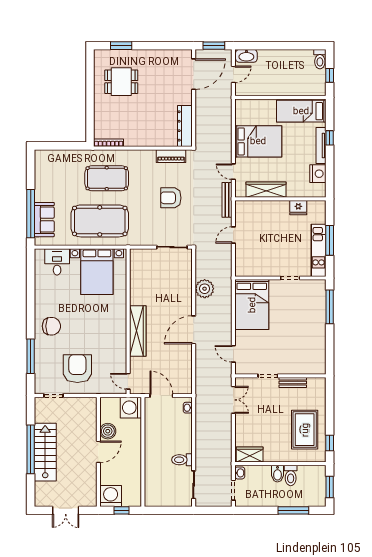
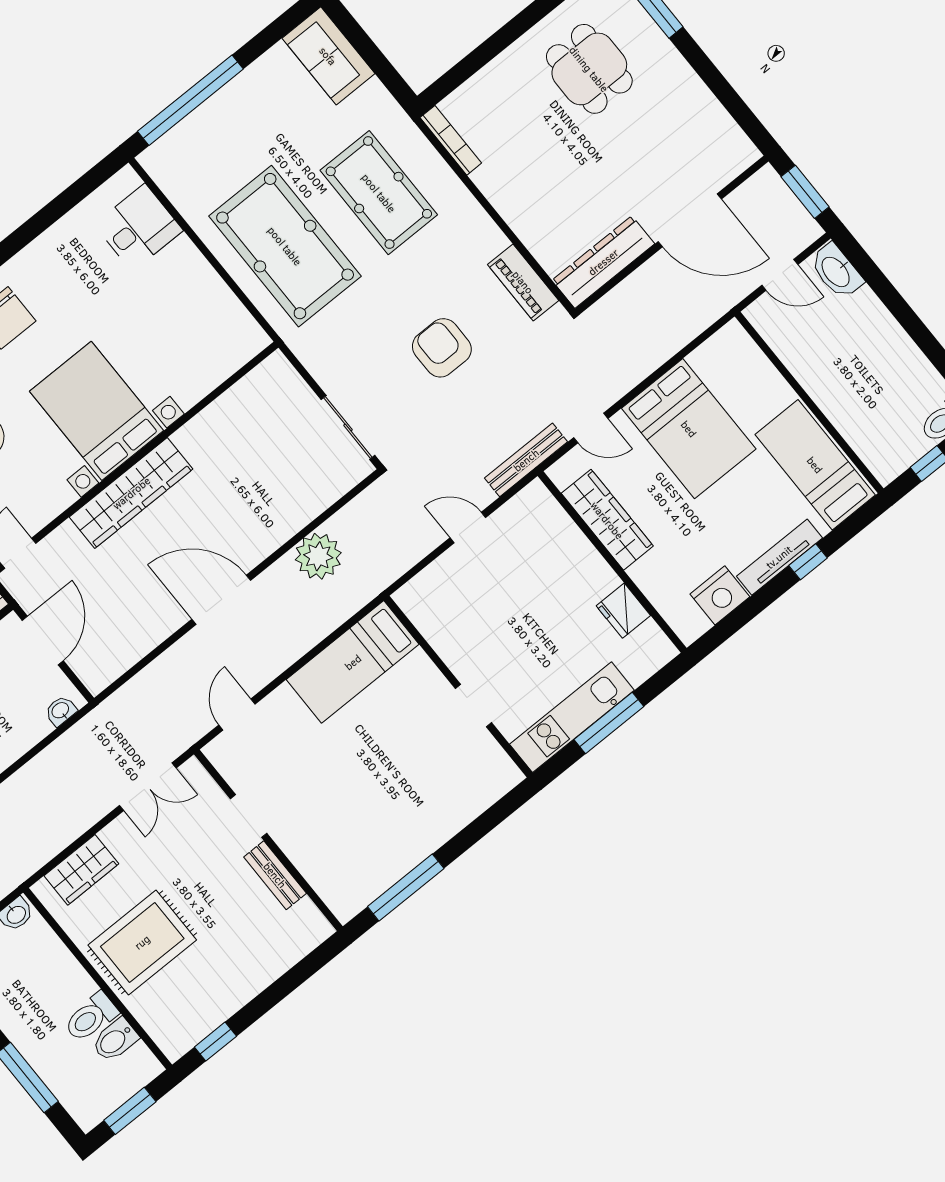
door: (194, 74) -> (690, 220), moved
door: (233, 172) -> (591, 428), swing flipped
sofa: (44, 220) -> (328, 56), moved, turned 90
bed with nightstands: (97, 272) -> (97, 411), moved, turned 90
bed: (252, 305) -> (353, 662), width x0.67
window: (330, 307) -> (406, 888), moved
rug: (305, 430) -> (142, 942), moved
wardrobe: (250, 455) -> (81, 870), moved, turned 90
bidet: (277, 474) -> (115, 1040), moved

